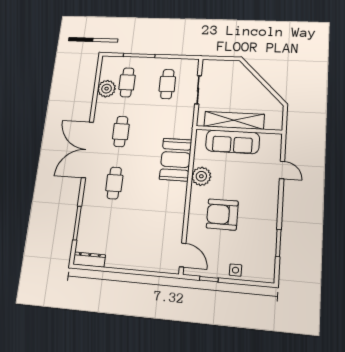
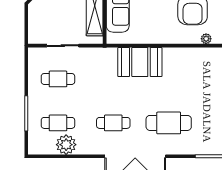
plant: (201, 176) -> (206, 39), moved, width x0.53, depth x0.53
cafe table: (114, 183) -> (169, 123), width x1.37, depth x1.35

